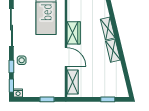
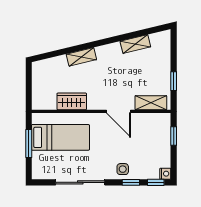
wardrobe: (74, 33) -> (72, 101), moved
shelving: (113, 51) -> (135, 44), moved
door: (66, 57) -> (118, 111), swing flipped
window: (108, 99) -> (174, 81), moved

